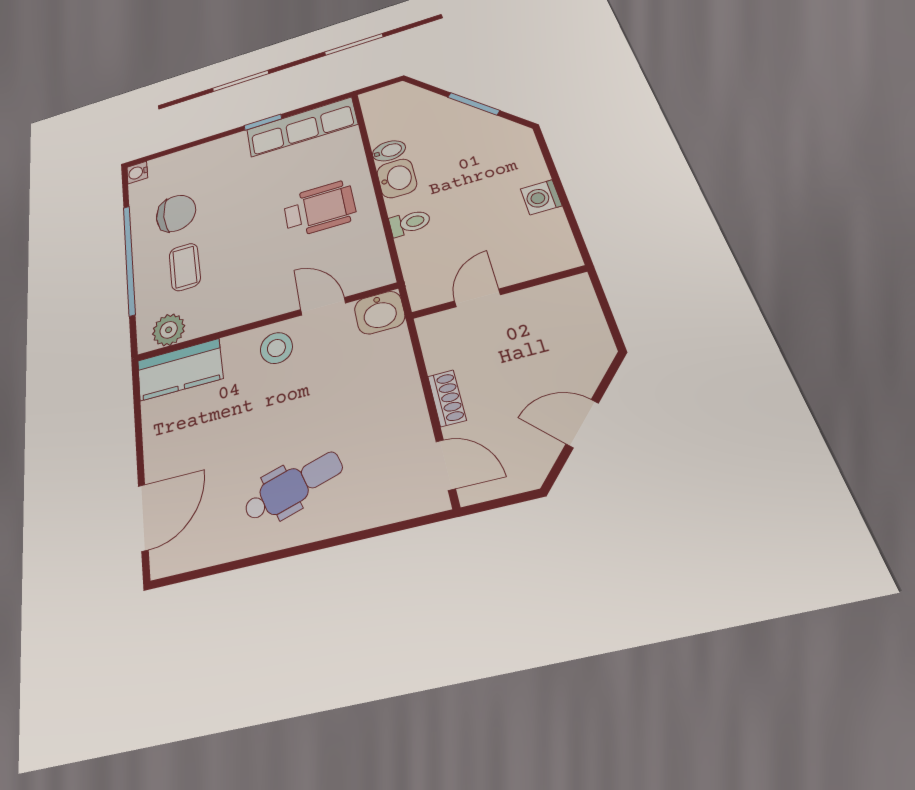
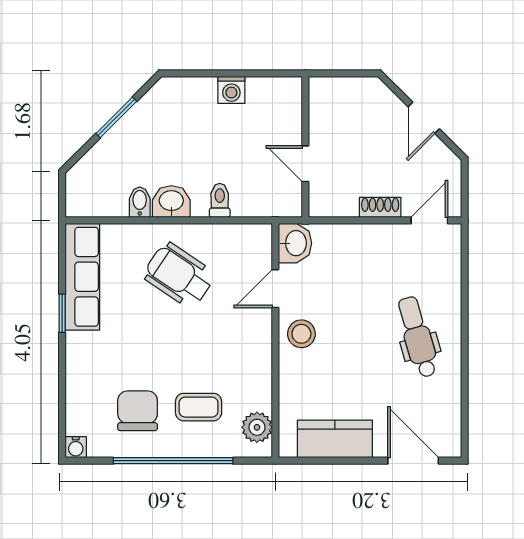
wheelchair: (319, 209) -> (179, 275), turned -56
kitchen counter: (180, 370) -> (335, 439), moved, turned -90

